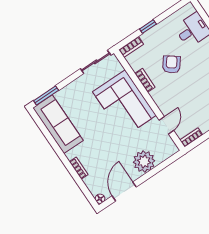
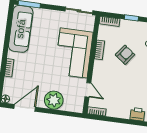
door: (166, 125) -> (88, 90), hinge flipped

